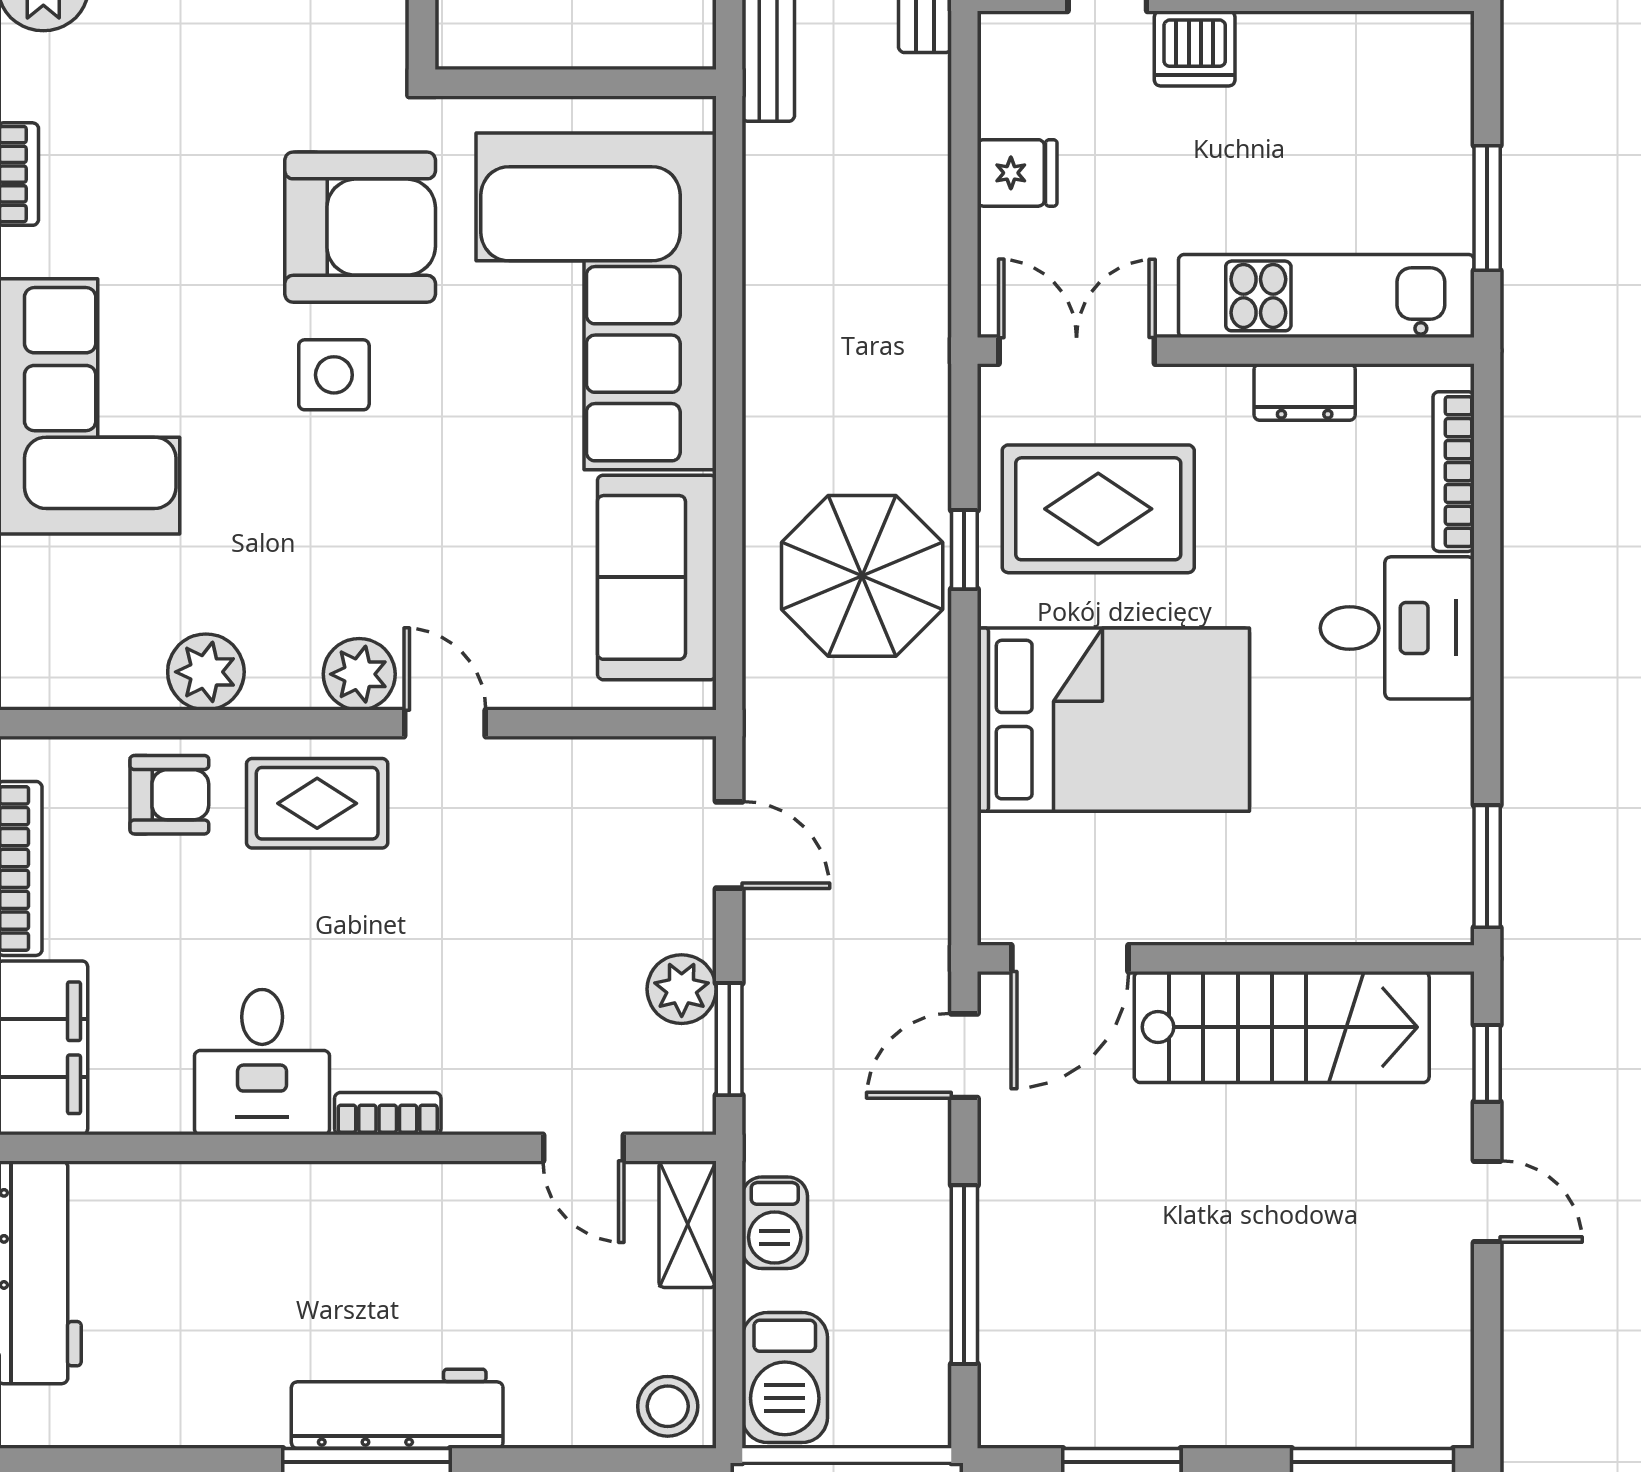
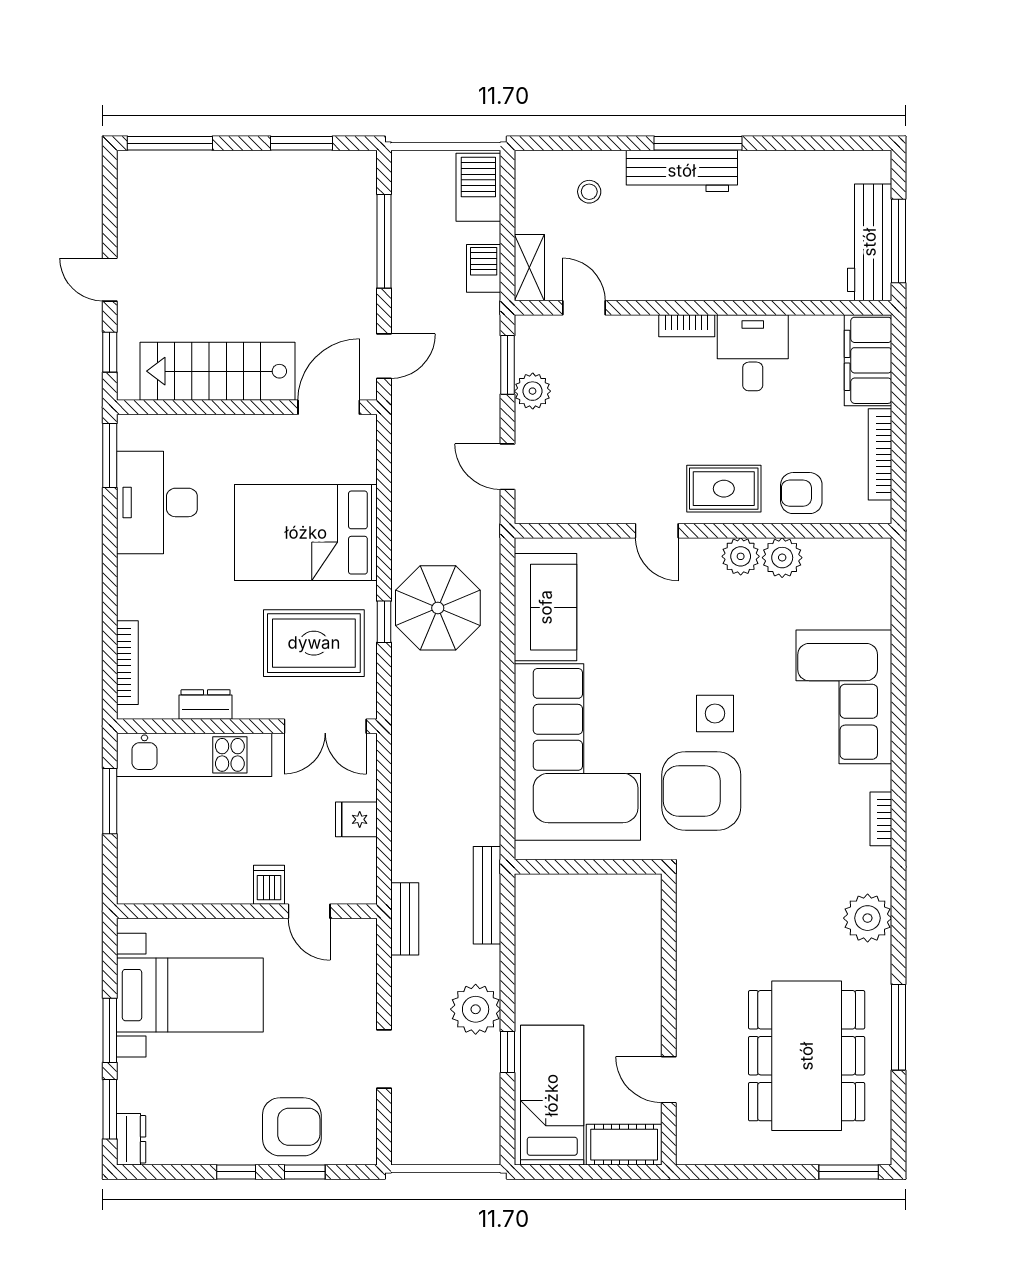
dishwasher: (1195, 48) -> (269, 885), width x0.73
desk: (1397, 628) -> (157, 502), moved, width x1.37
plant: (359, 674) -> (741, 556), moved
stool: (668, 1406) -> (589, 192), moved, width x0.73, depth x0.73

